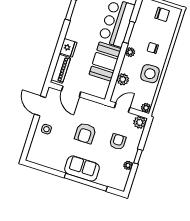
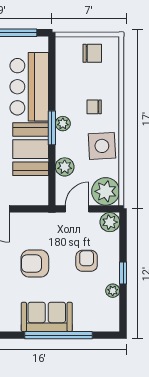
window: (129, 32) -> (52, 128), moved
plant: (146, 108) -> (106, 191), width x1.87, depth x1.87
armchair: (85, 133) -> (35, 264), turned 90

